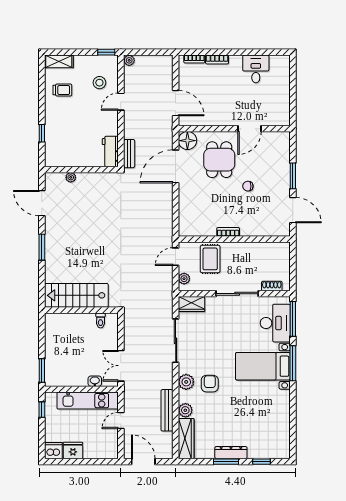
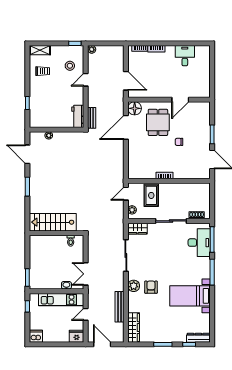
bed with nightstands: (263, 366) -> (190, 296), moved
plant: (185, 410) -> (133, 307), removed
fridge: (73, 451) -> (77, 336), moved
dresser: (231, 453) -> (198, 338), moved

